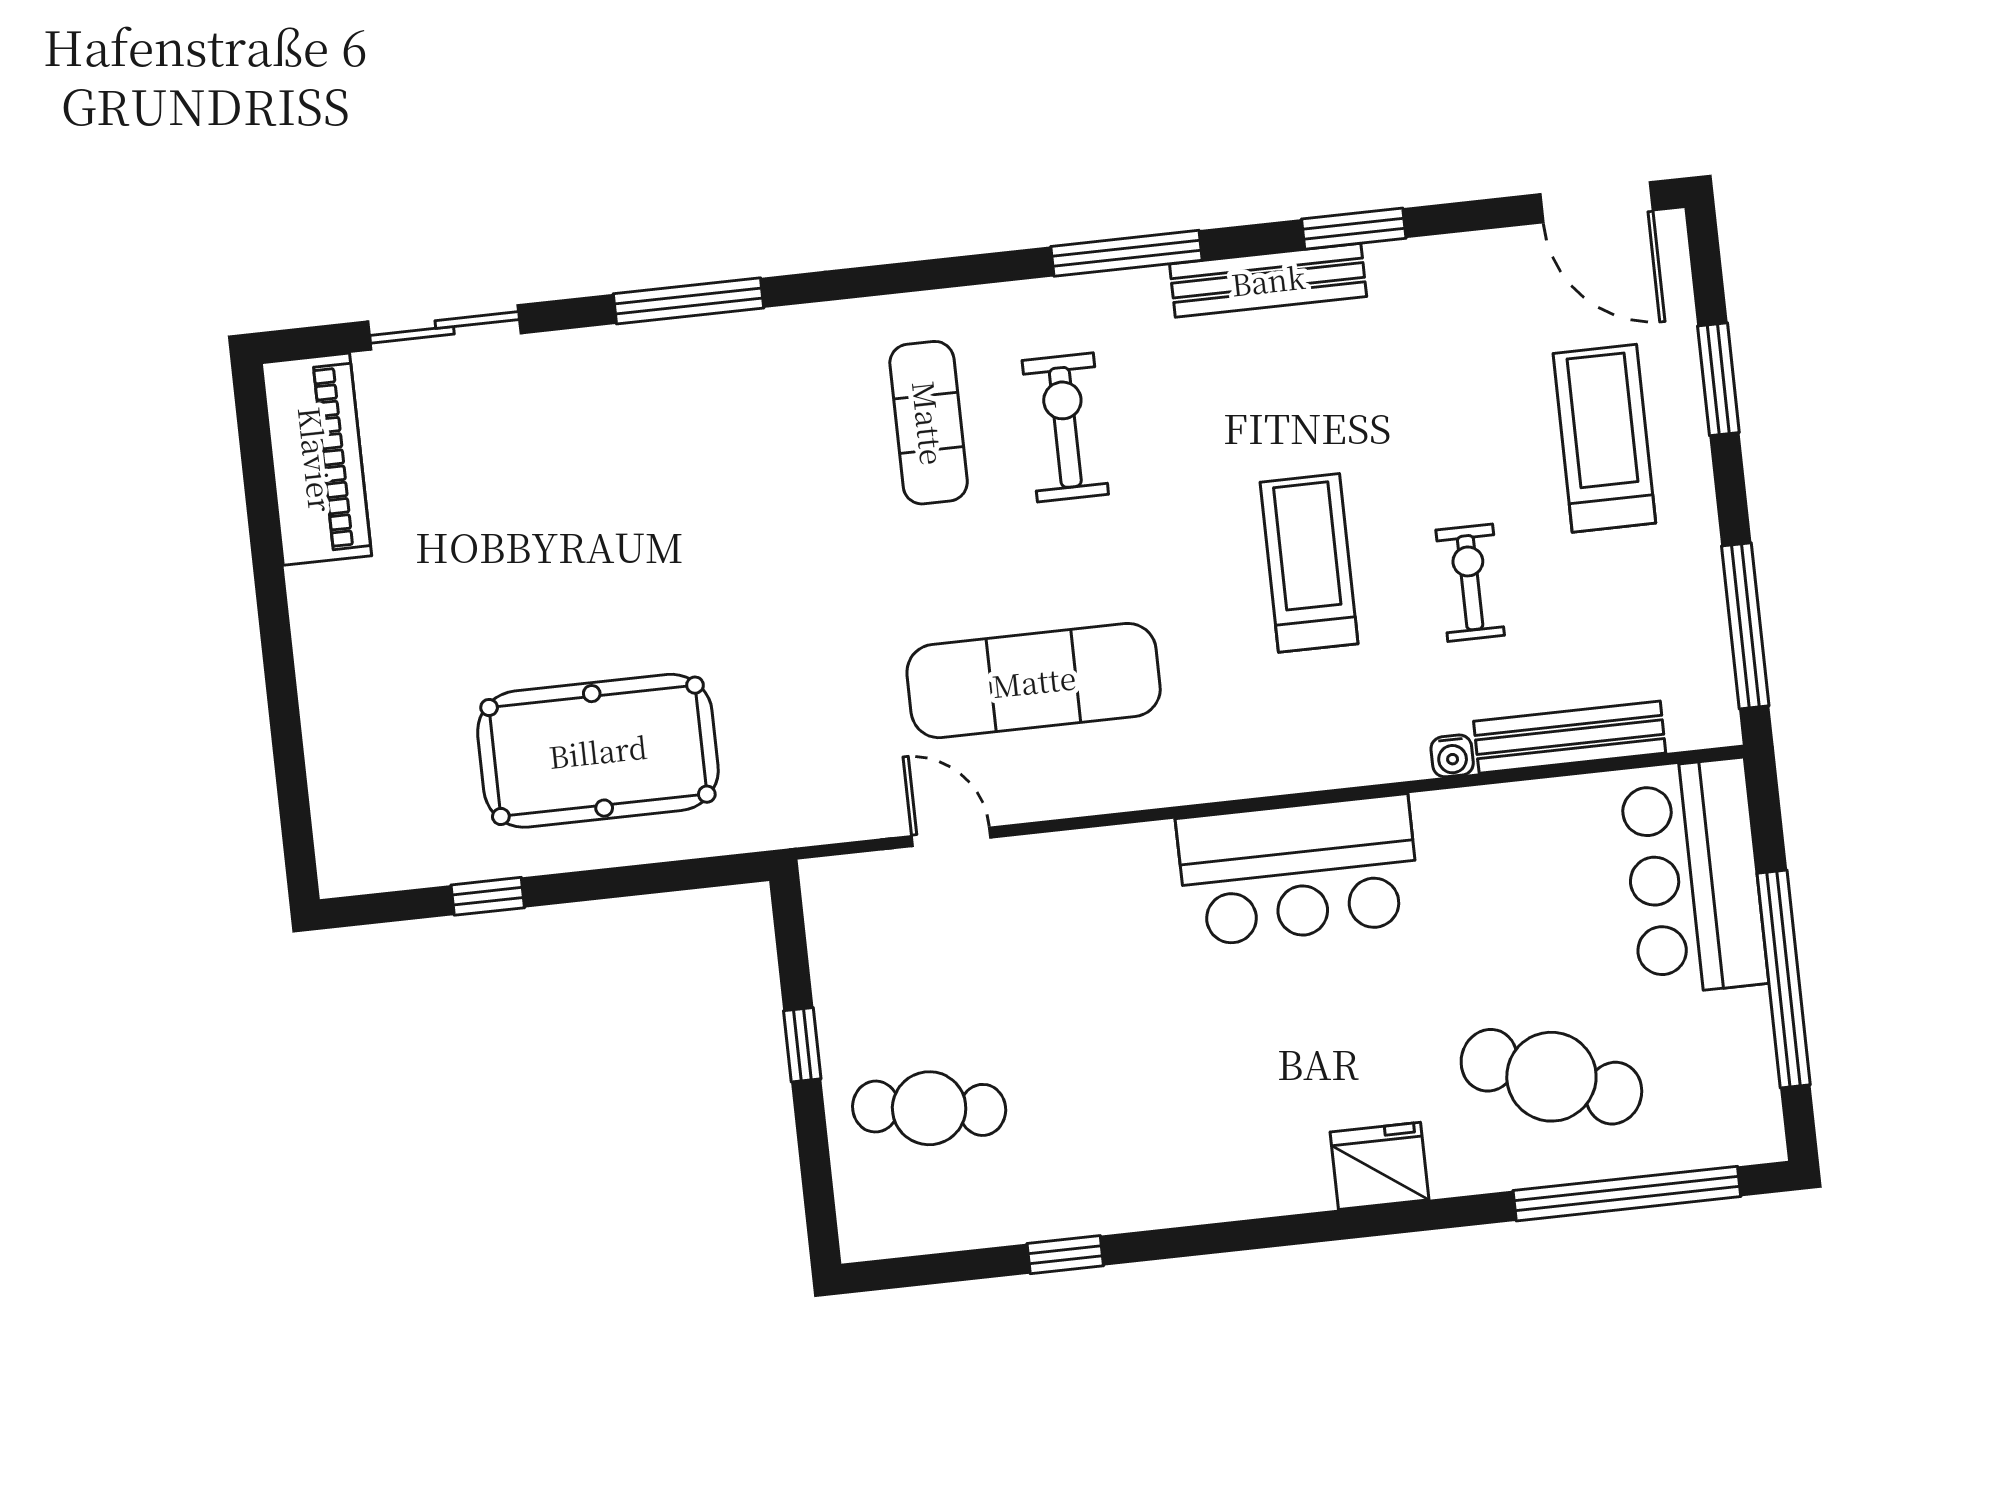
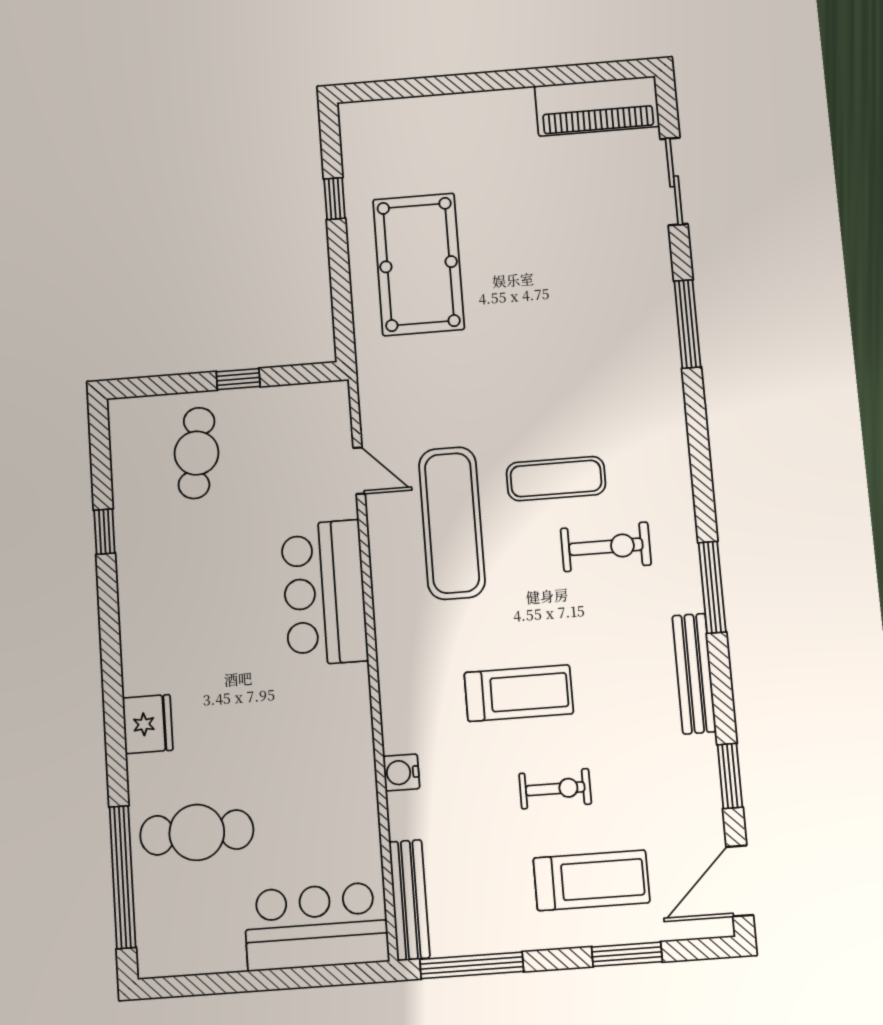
window: (1354, 229) -> (730, 776), moved
exercise mat: (929, 423) -> (556, 479), moved
exercise bike: (1470, 583) -> (555, 789), moved
bench: (1570, 737) -> (409, 900), moved
water cooler: (1452, 756) -> (401, 772), width x1.38, depth x1.38
door: (951, 837) -> (359, 471), hinge flipped
bar counter: (1298, 870) -> (324, 593), moved
window: (1784, 979) -> (250, 981), removed
cafe table: (1551, 1077) -> (197, 832), turned 69

